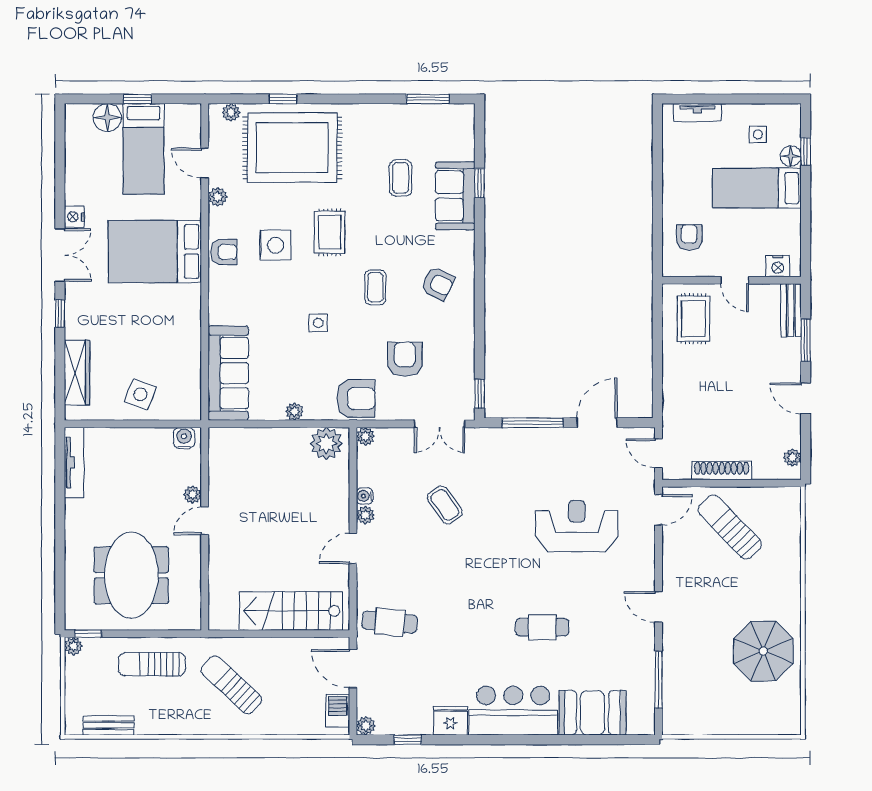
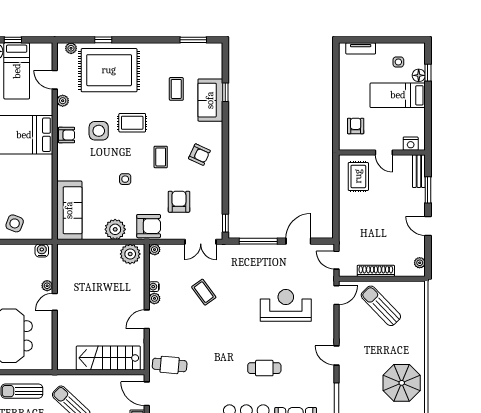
rug: (330, 232) -> (132, 123), turned 90
plant: (294, 412) -> (115, 229), width x1.88, depth x1.88

